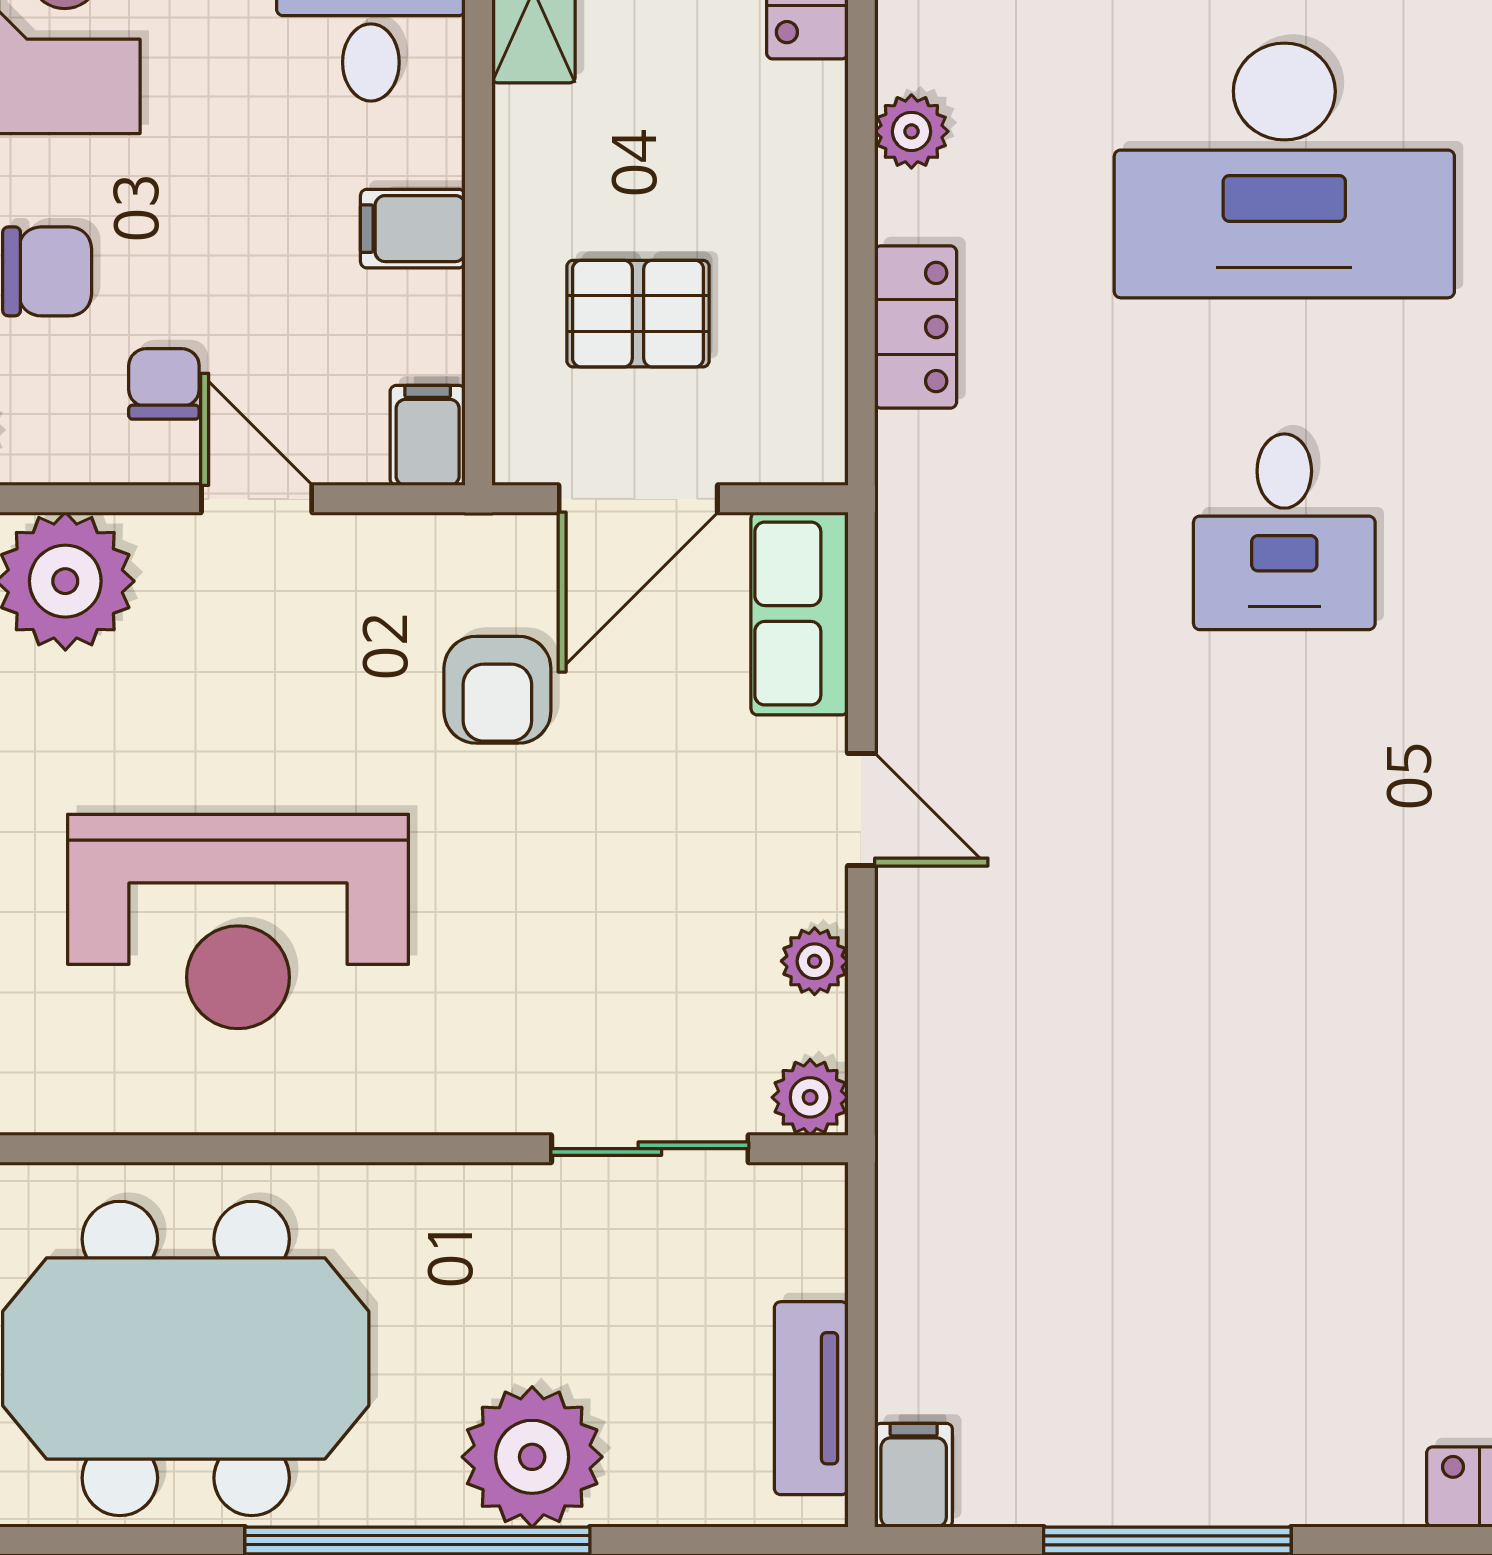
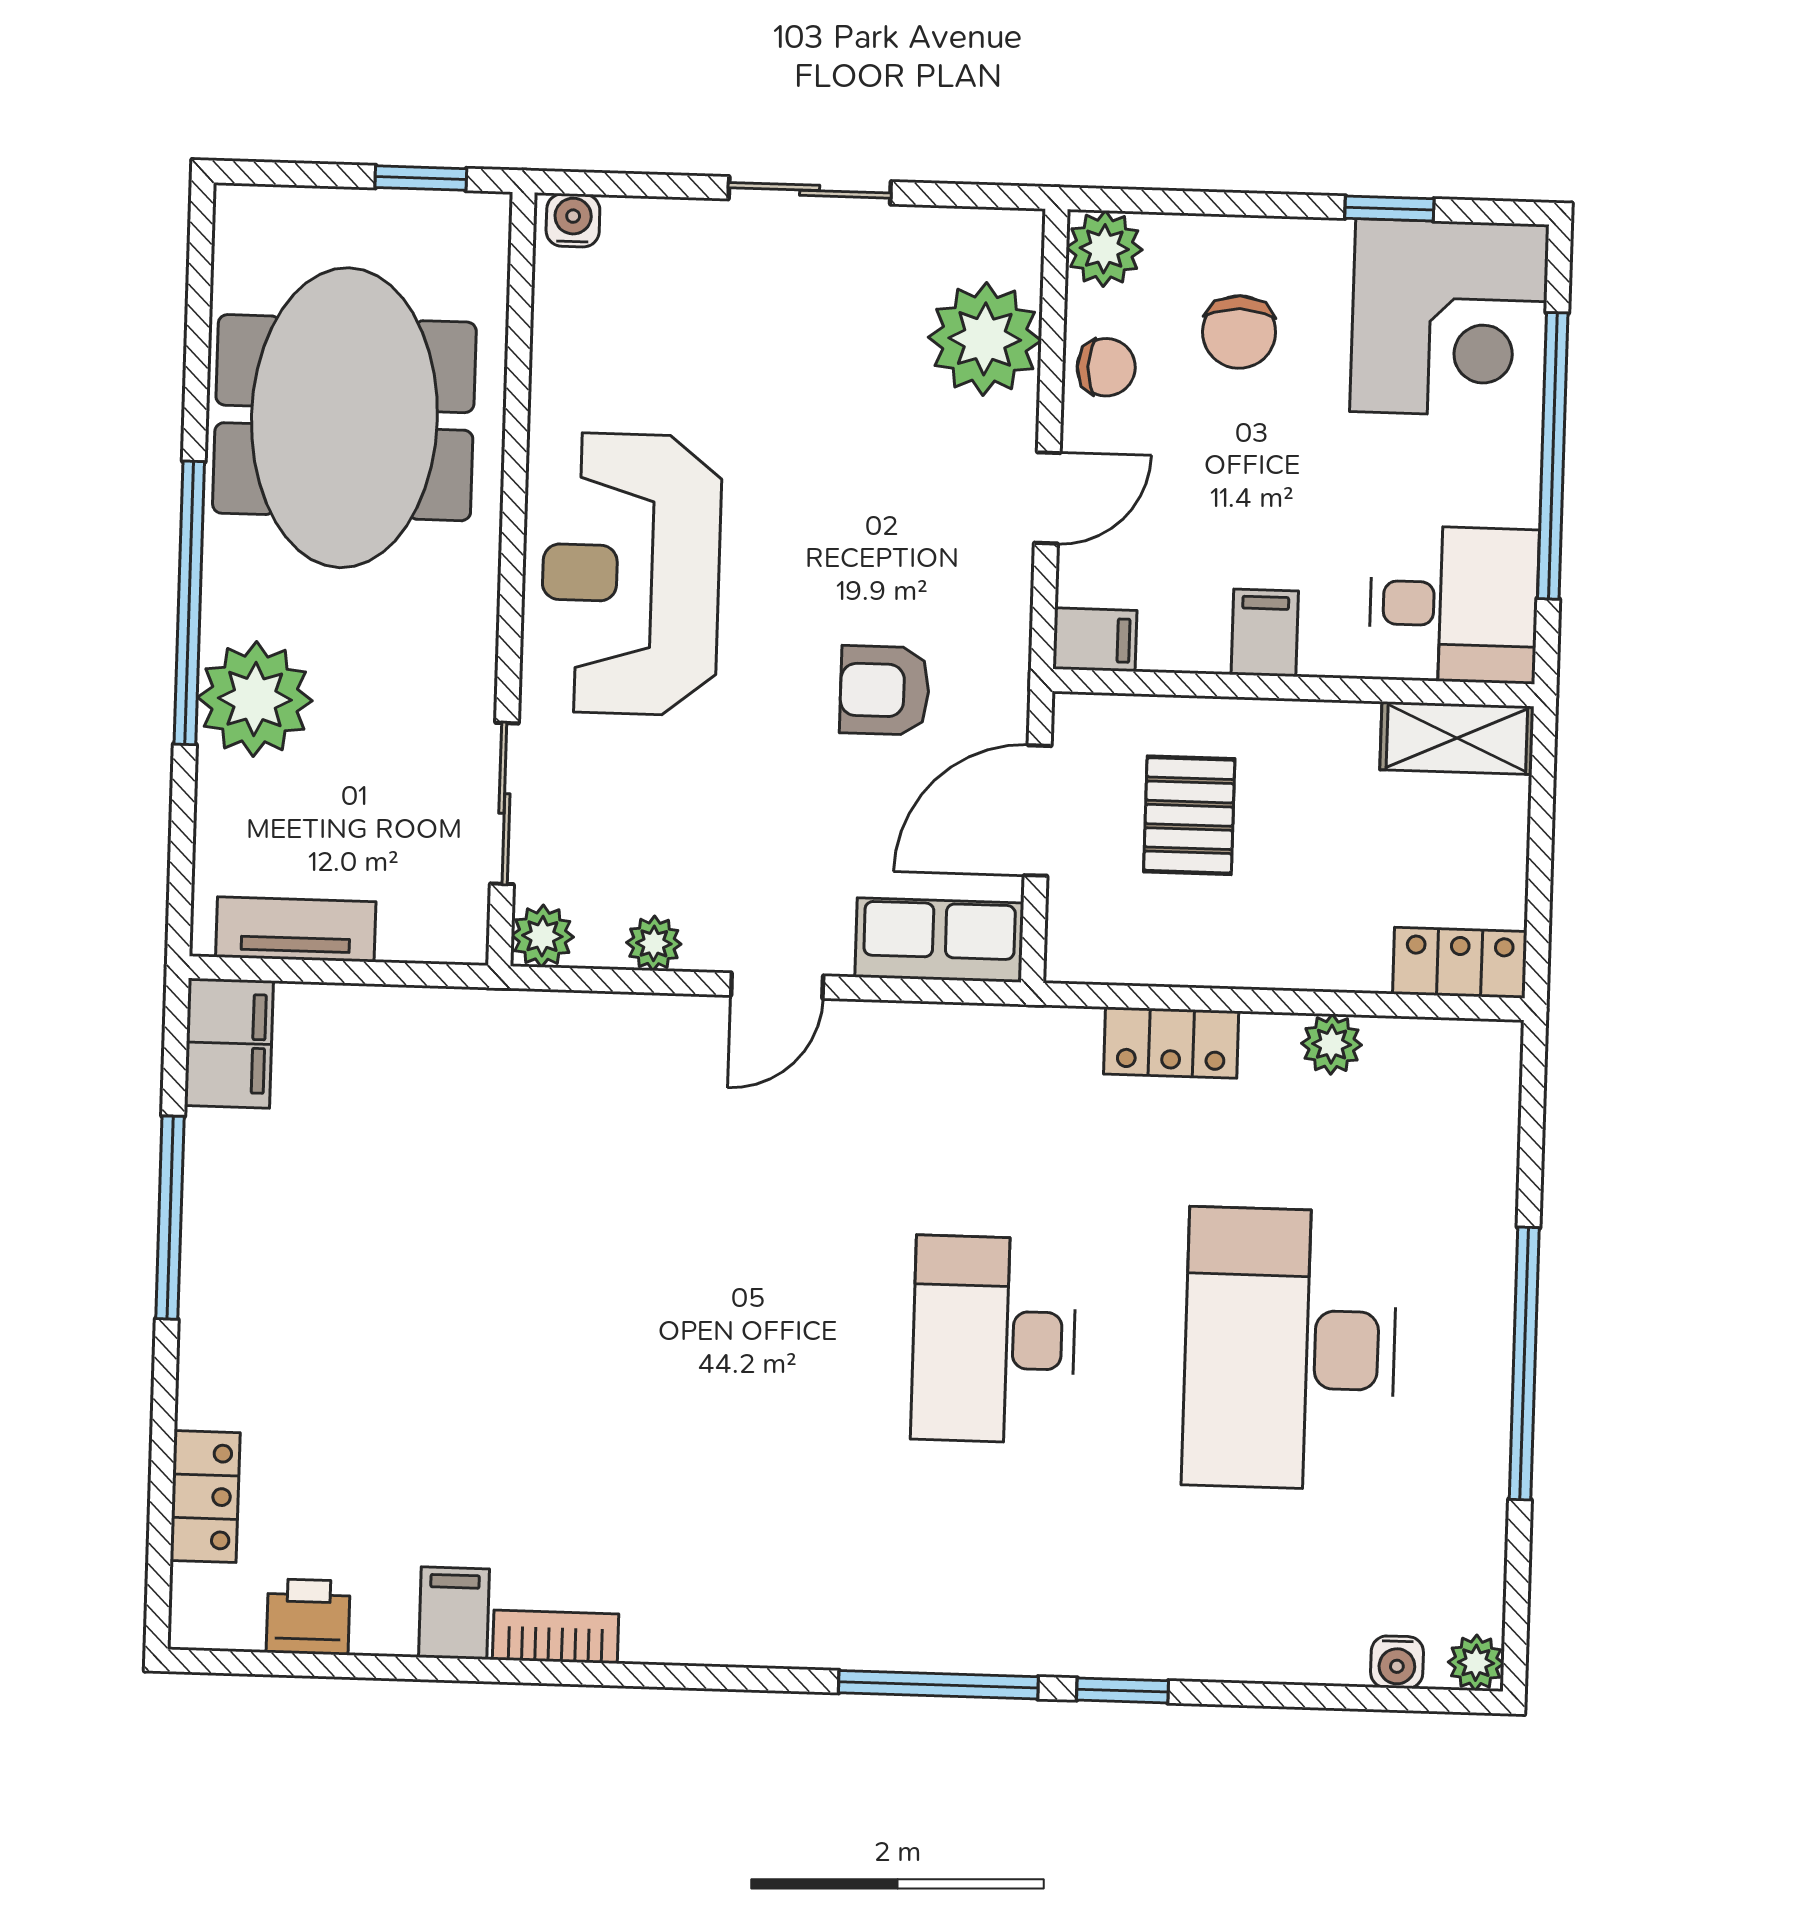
chair: (164, 384) -> (1106, 367), moved
door: (638, 499) -> (1038, 811), hinge flipped
desk: (1284, 532) -> (994, 1339), width x1.37
reception desk: (238, 921) -> (631, 574), moved
filing cabinet: (914, 1475) -> (229, 1043), width x2.00

